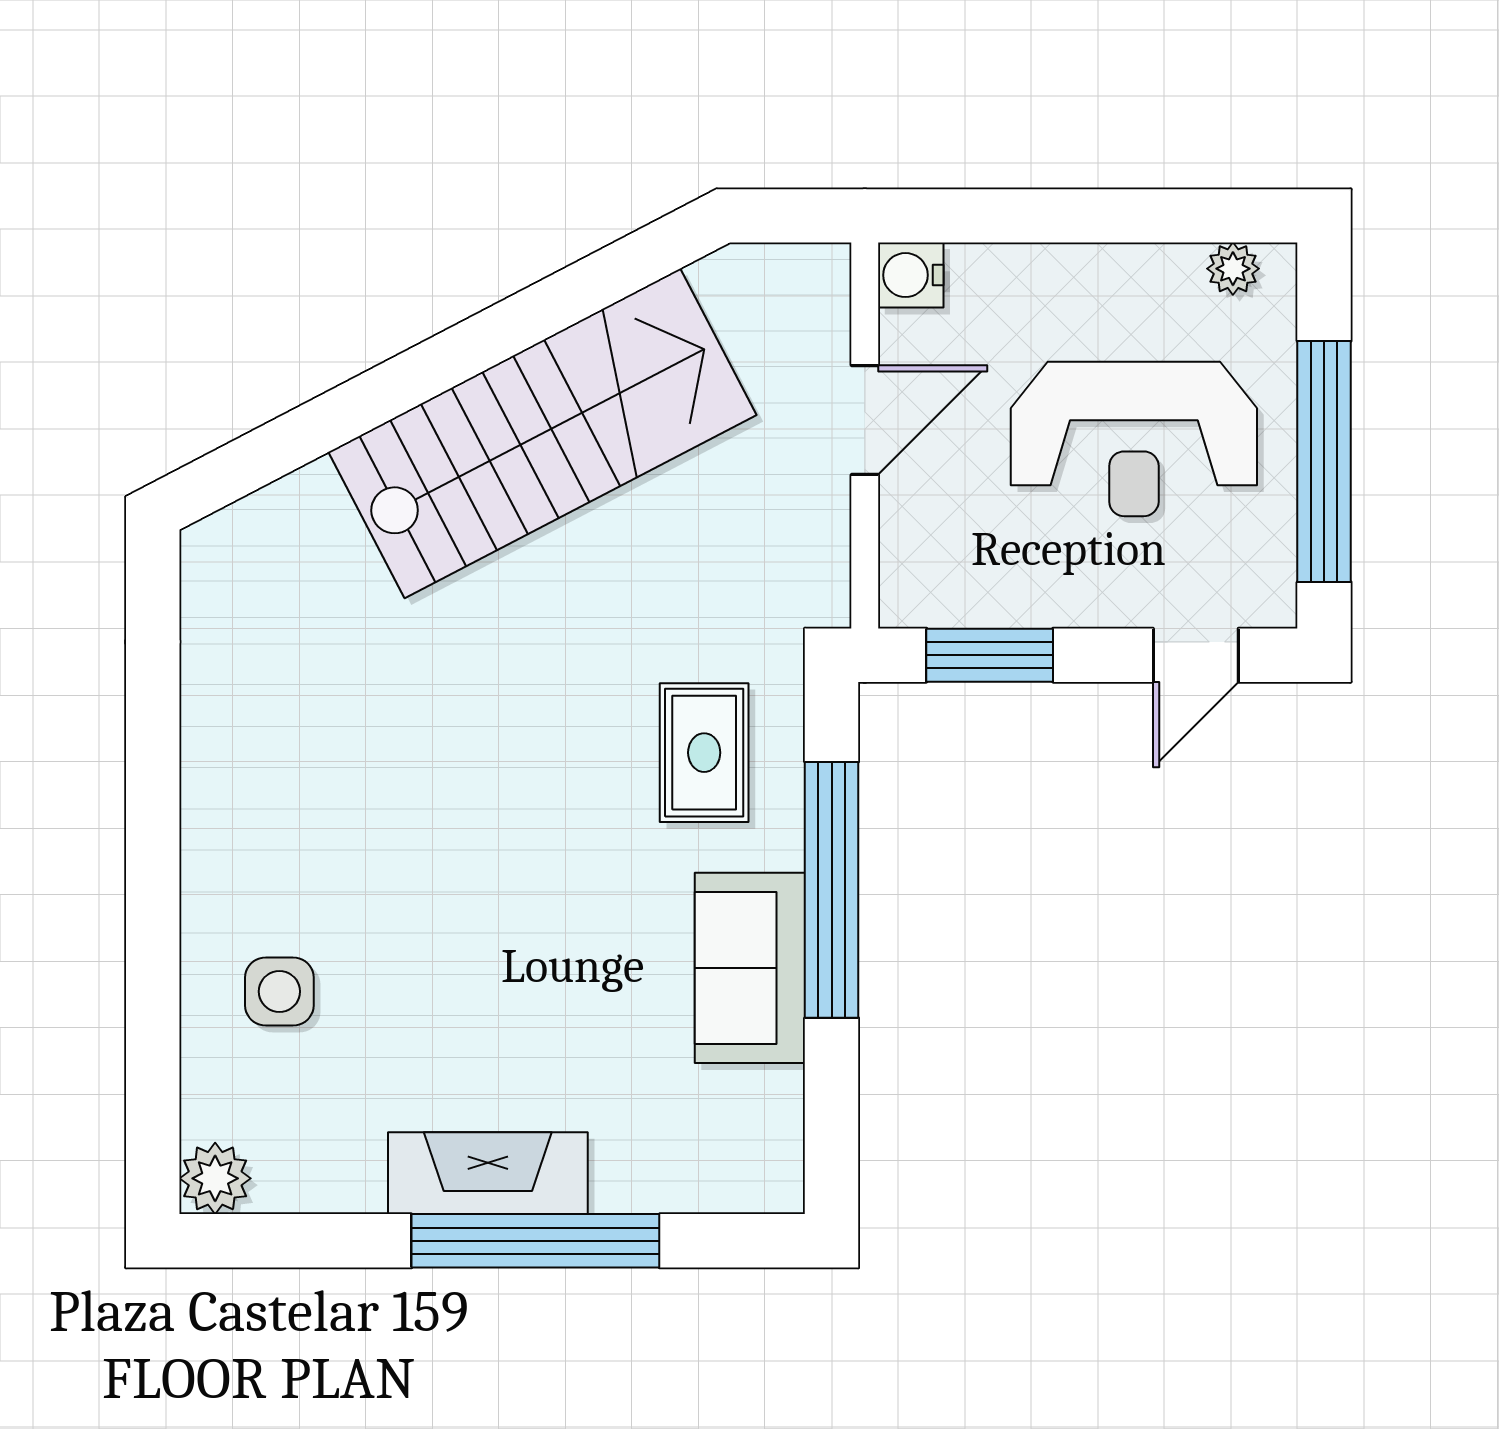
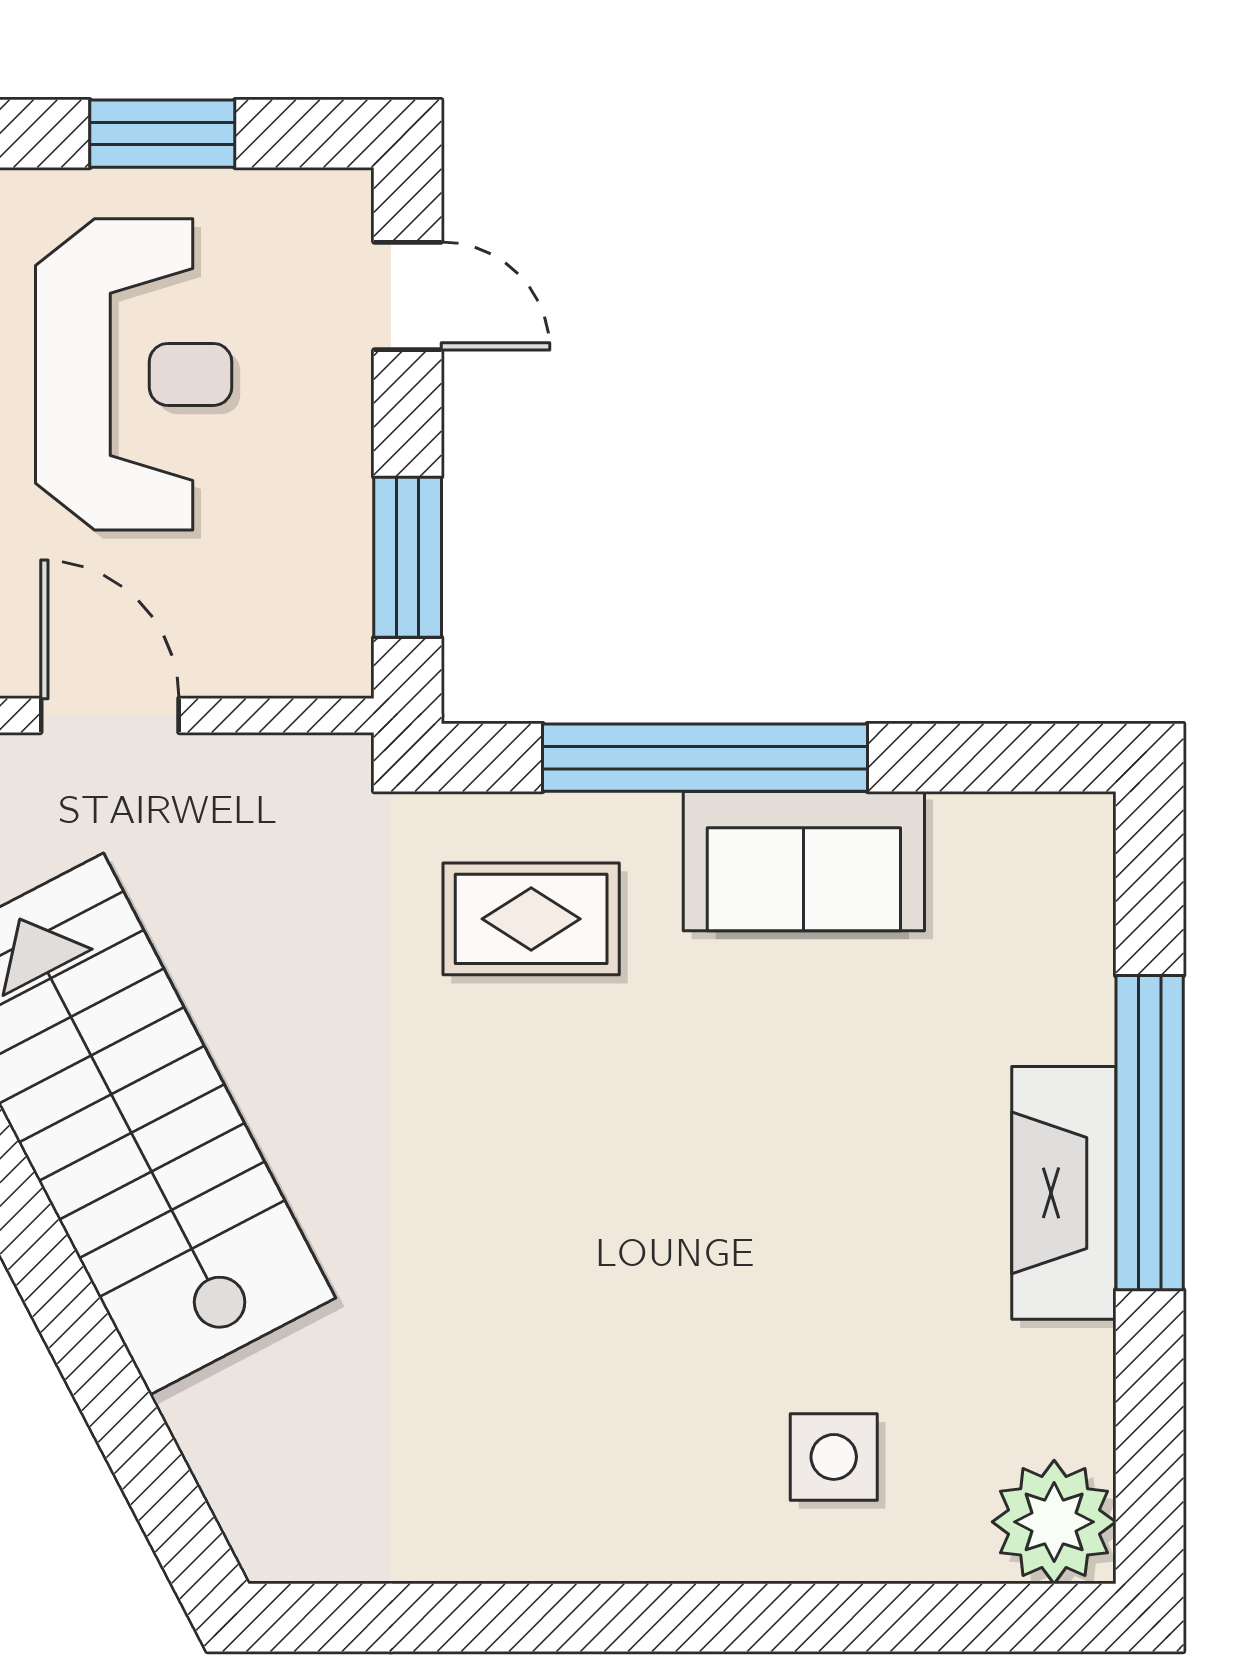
window: (1324, 461) -> (162, 134), width x0.47
plant: (215, 1178) -> (1054, 1522), width x1.36, depth x1.36

